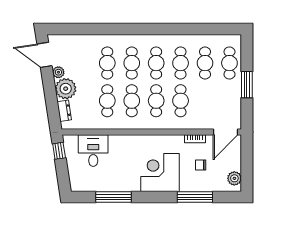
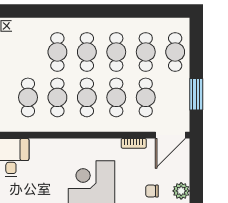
cafe table: (107, 63) -> (146, 97), moved
window: (247, 85) -> (196, 94), moved
chair: (201, 165) -> (152, 191), moved

